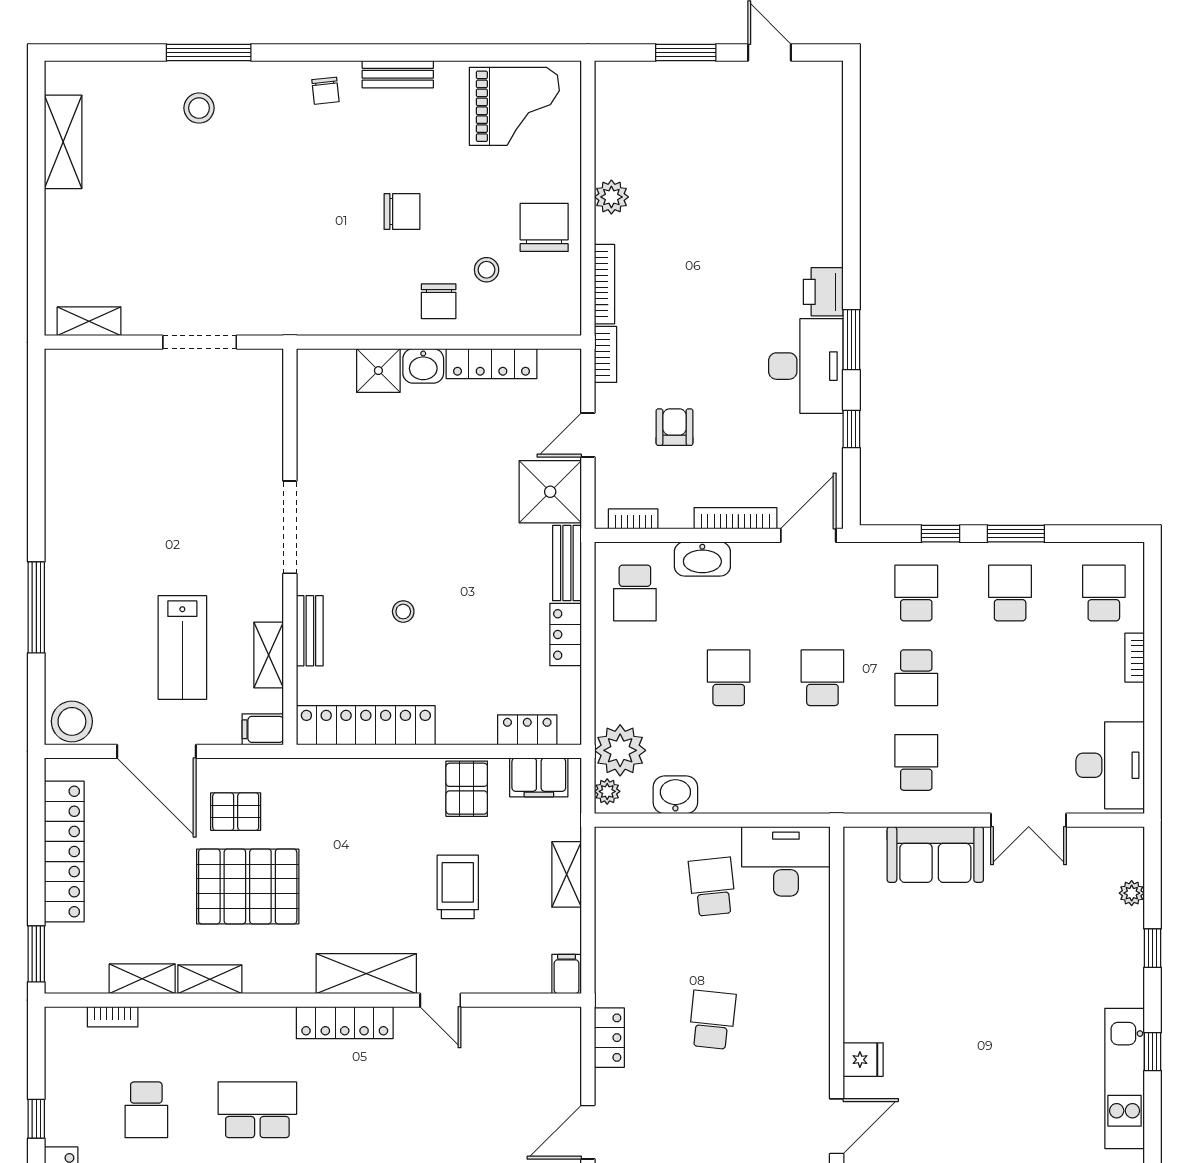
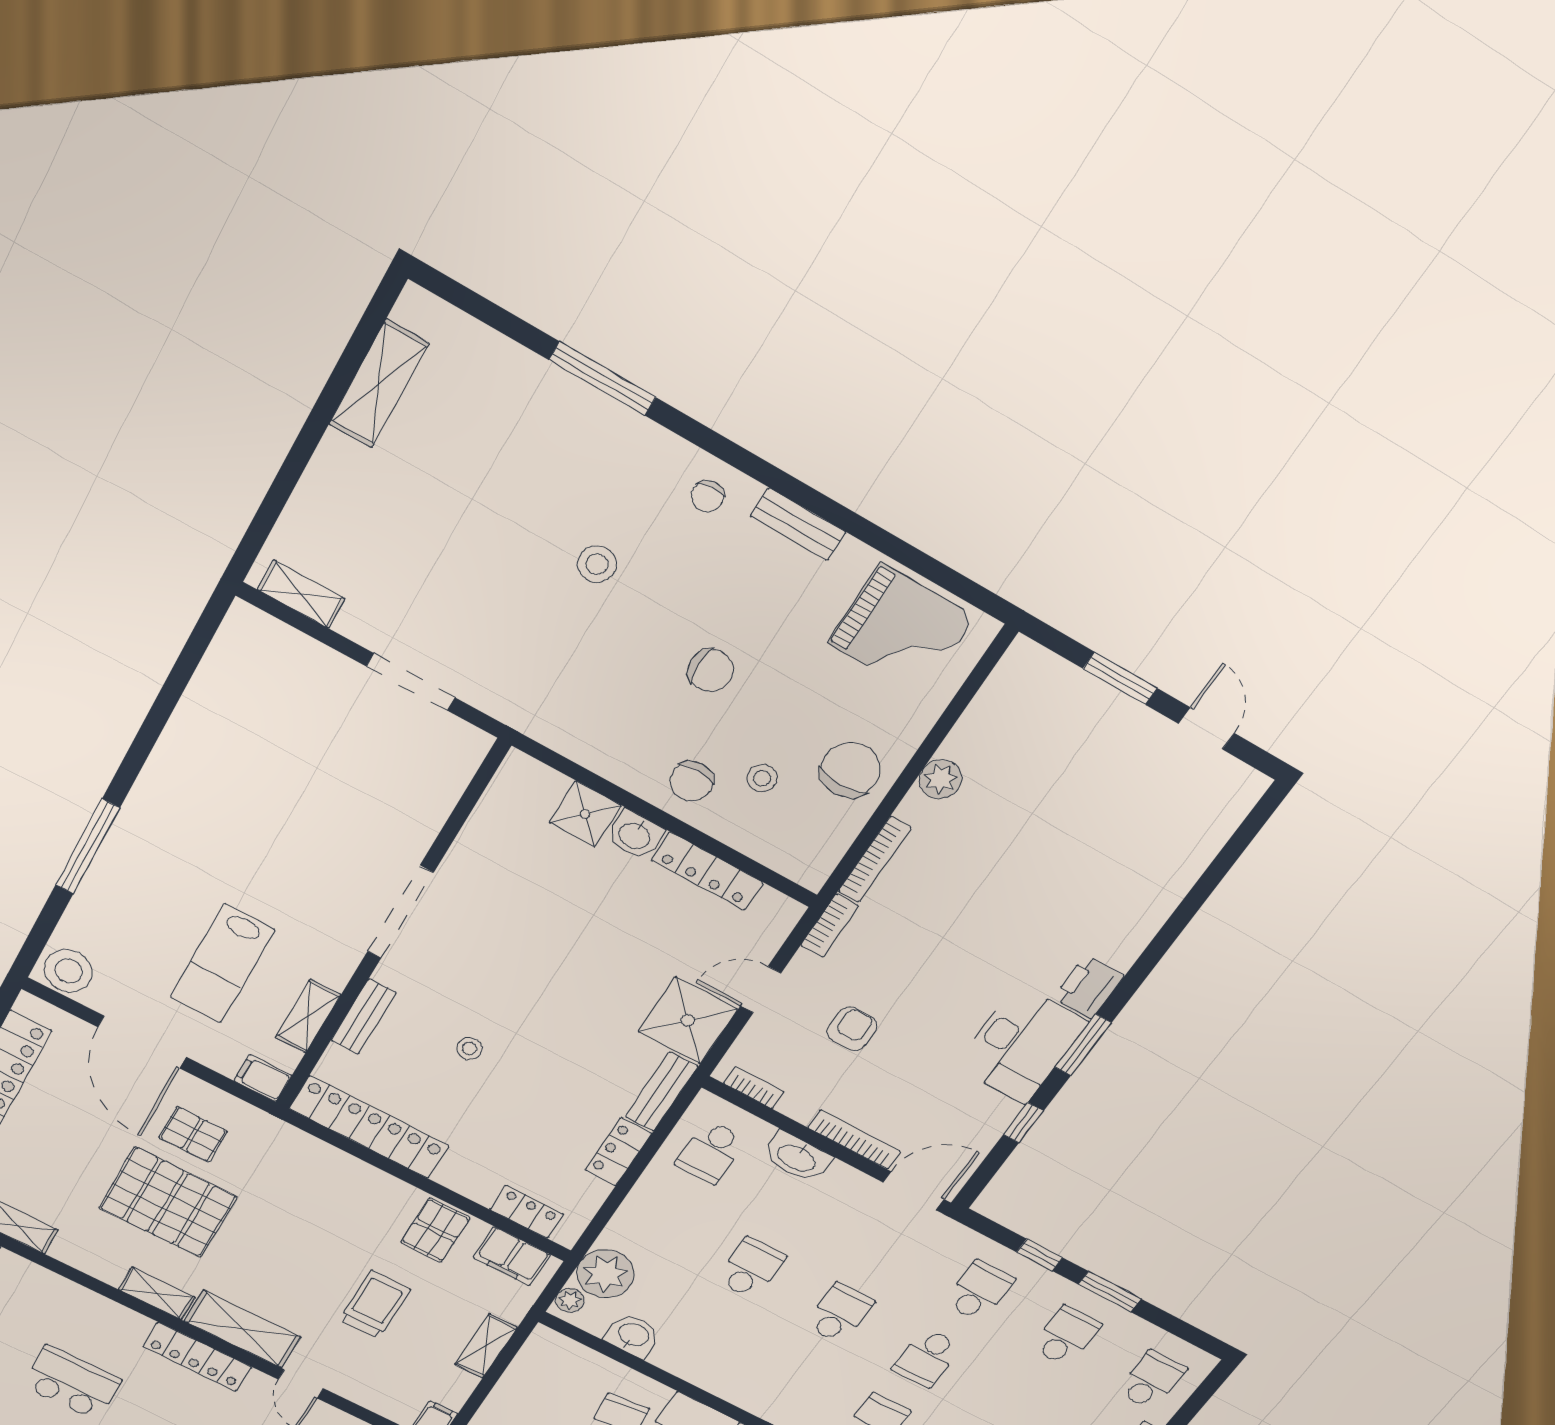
stool: (199, 108) -> (597, 564), moved
shelving: (210, 979) -> (157, 1293), moved

